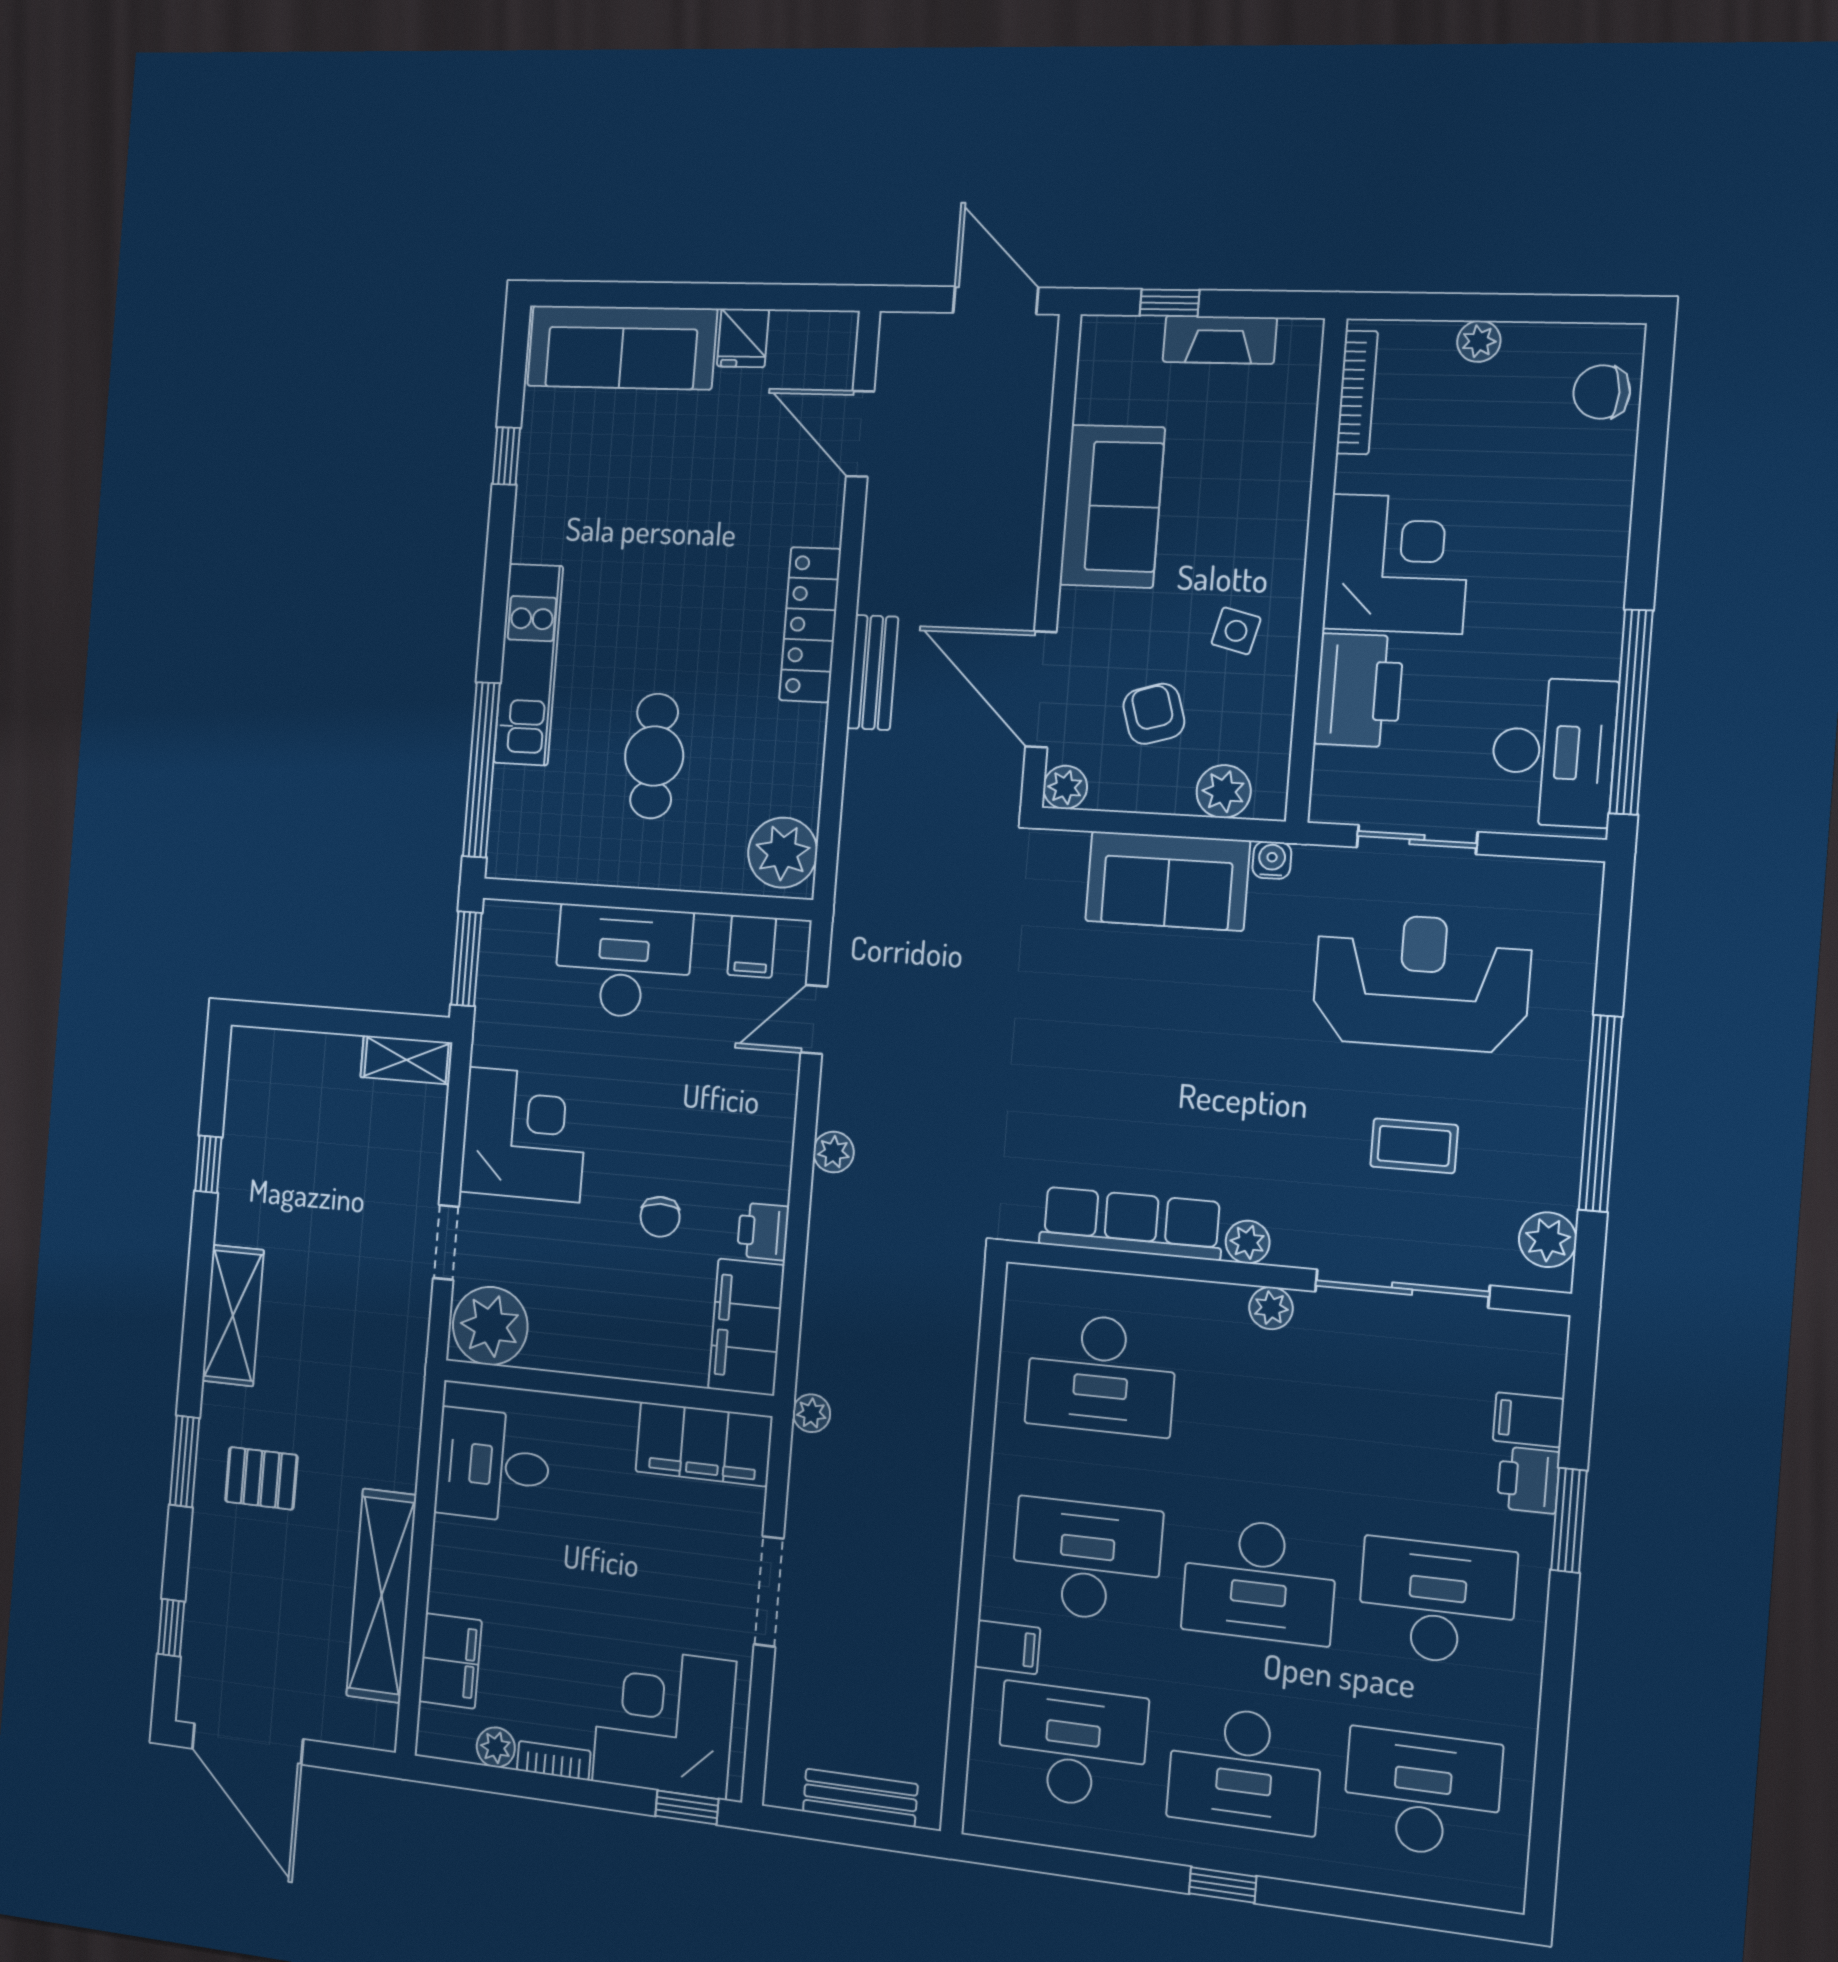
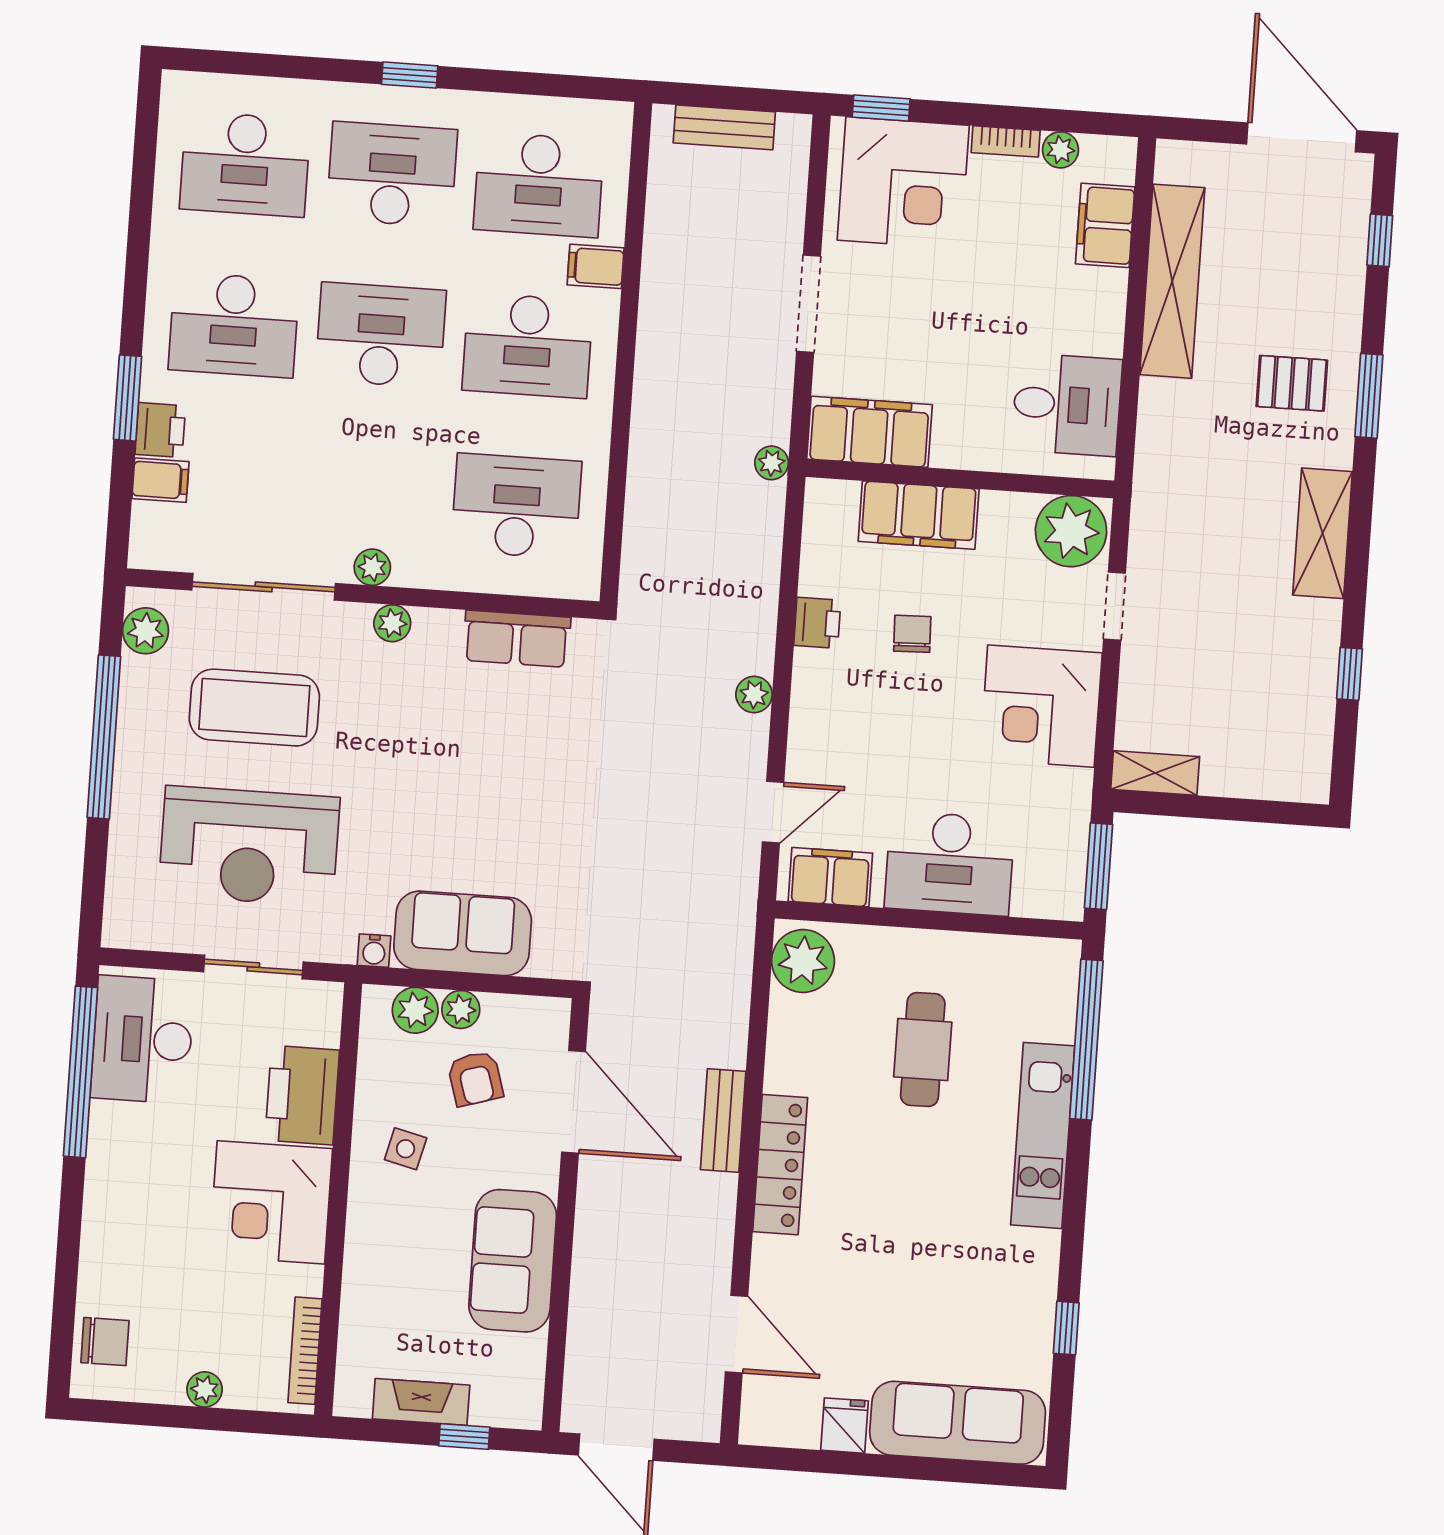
plant: (1065, 787) -> (461, 1009), moved
filing cabinet: (752, 946) -> (830, 877), width x2.00
coffee table: (1414, 1146) -> (254, 708), width x1.86, depth x1.72
row of seats: (1131, 1223) -> (517, 639), width x0.68
filing cabinet: (746, 1327) -> (919, 515), moved, turned 90

